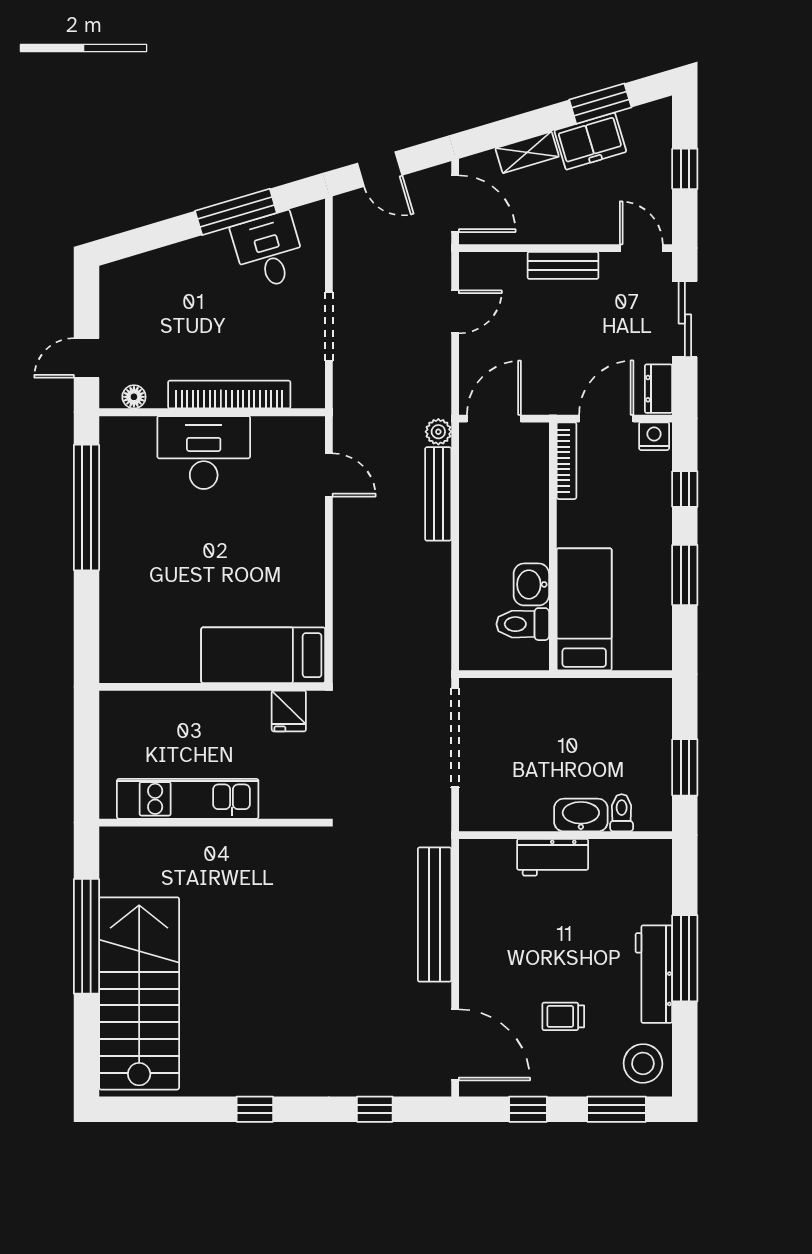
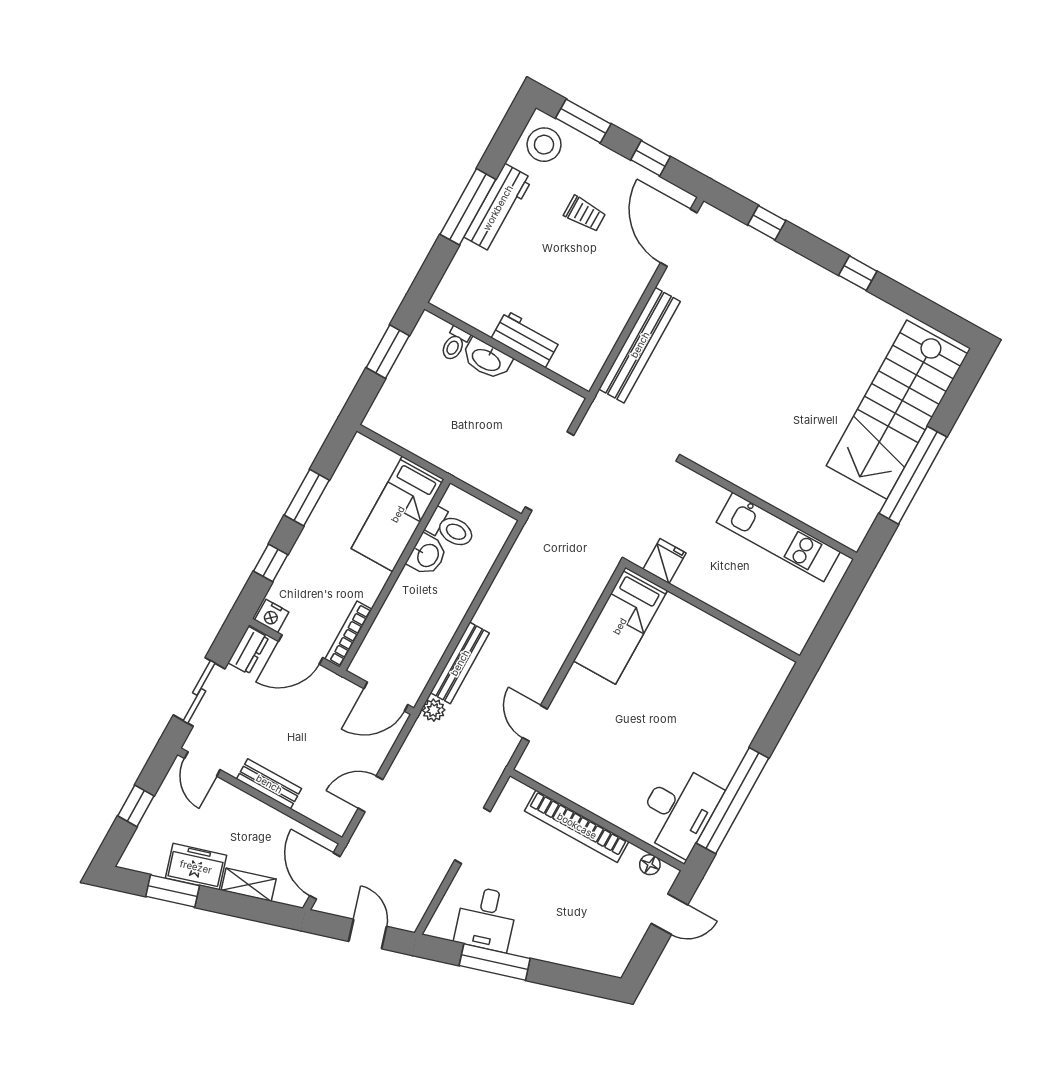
desk: (204, 452) -> (679, 810), moved, turned -90
bed: (263, 655) -> (620, 626), moved, turned 90

